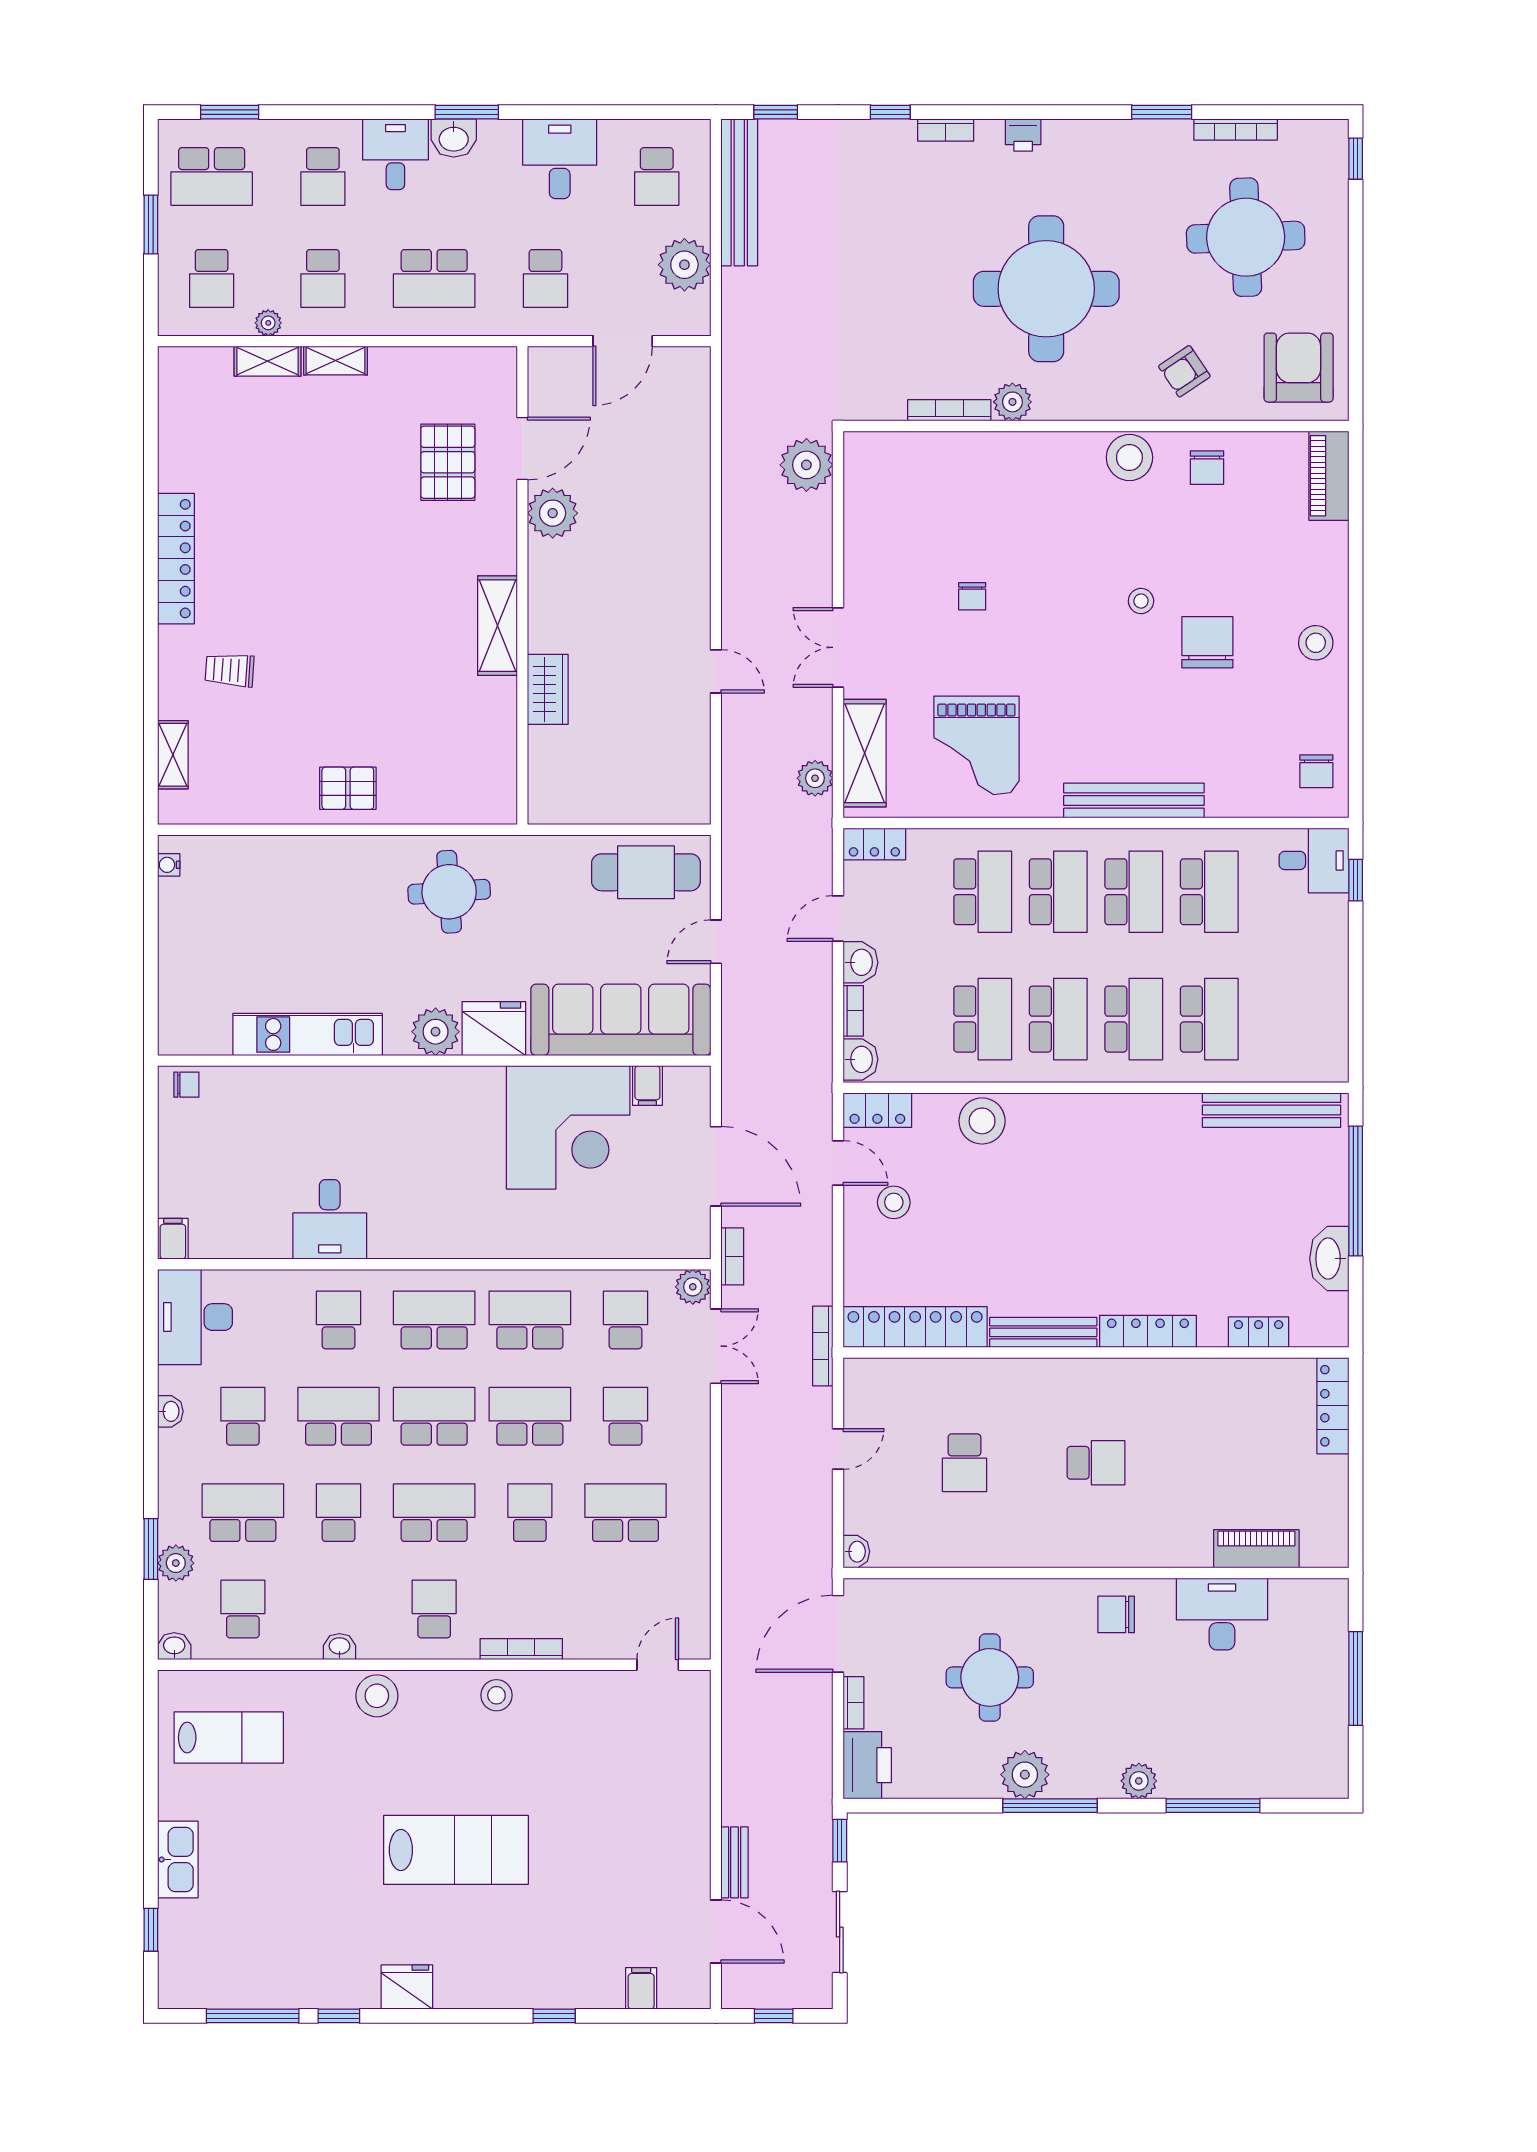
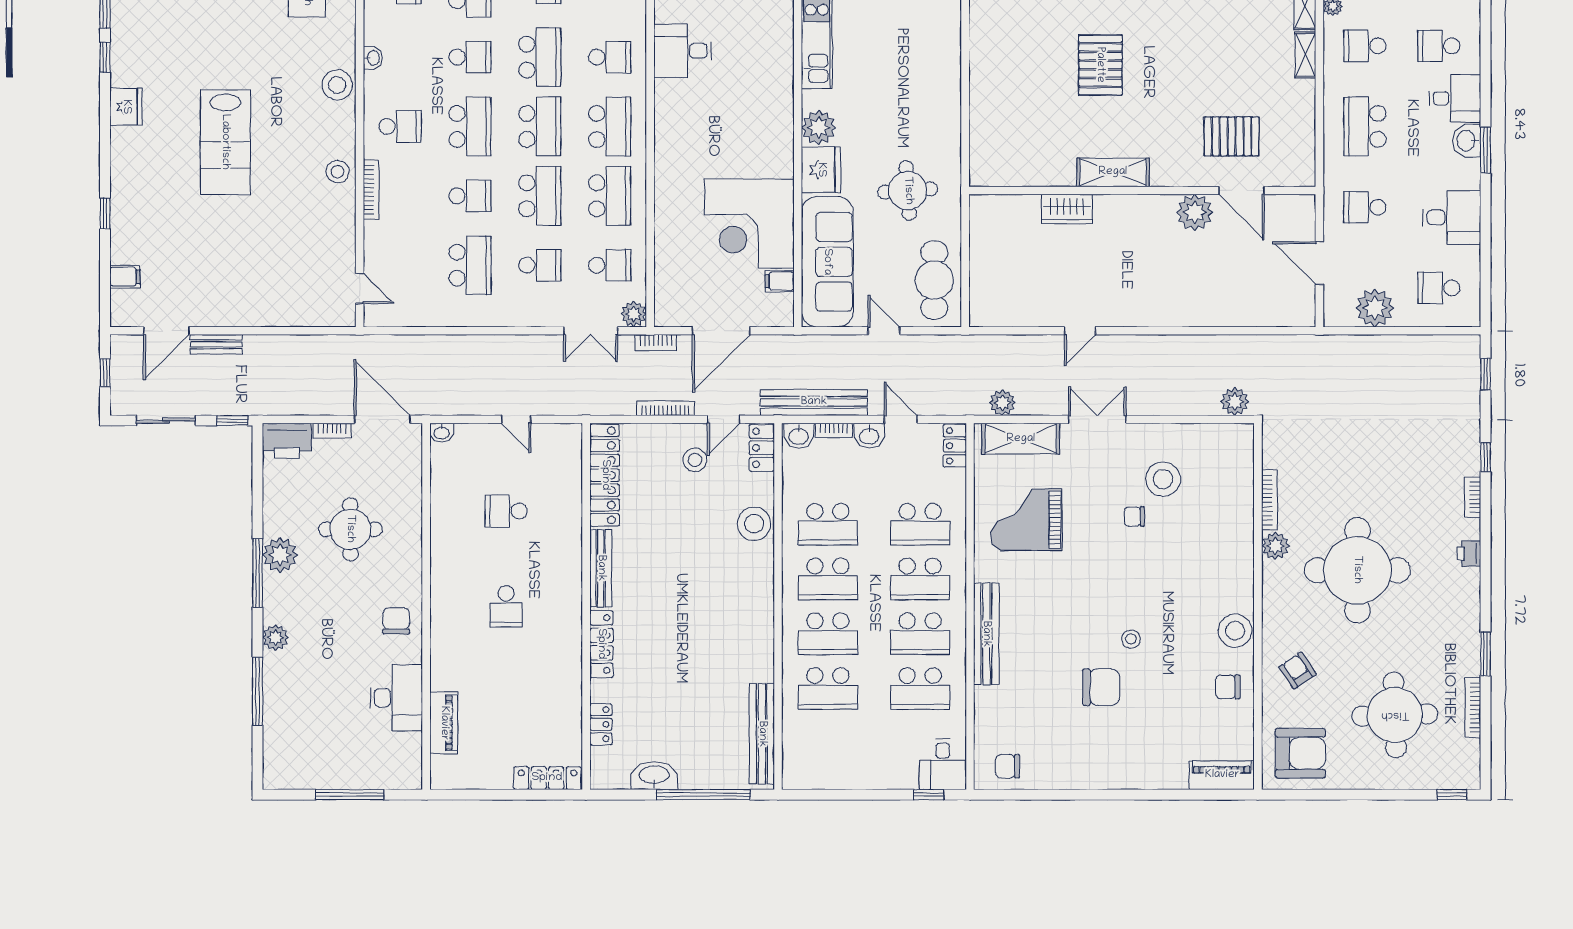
bench: (739, 192) -> (814, 402), moved
plant: (806, 465) -> (1235, 402), width x0.73, depth x0.73
stool: (1316, 643) -> (1163, 479), moved, width x1.38, depth x1.38
pallet: (348, 788) -> (1100, 65), moved, width x1.50, depth x1.42
round table: (449, 892) -> (908, 191), moved
bookcase: (823, 1346) -> (665, 408), moved

